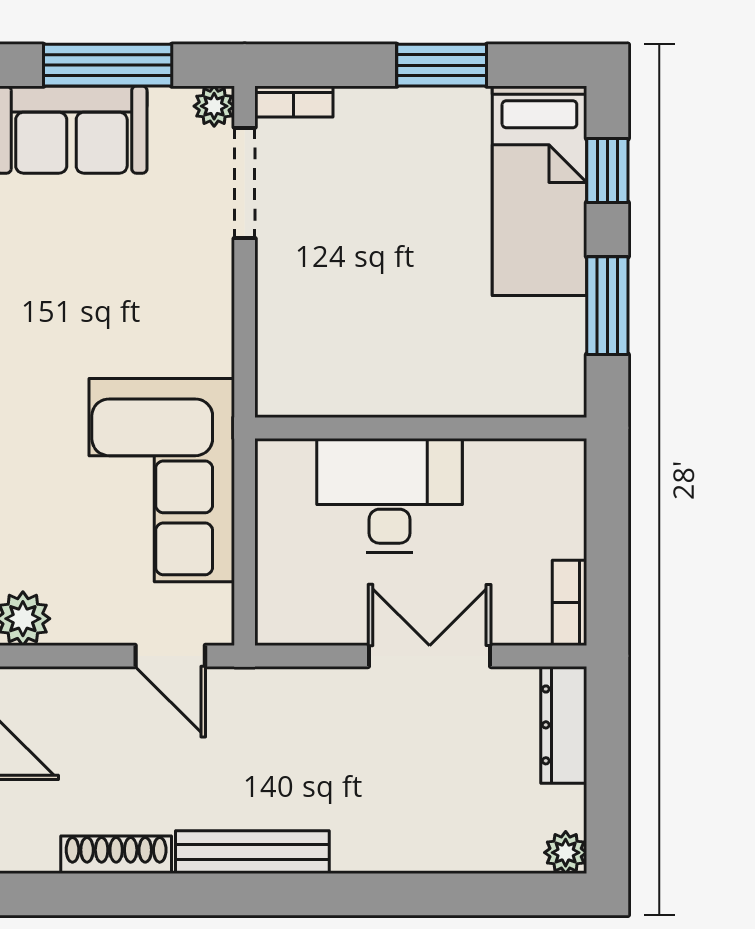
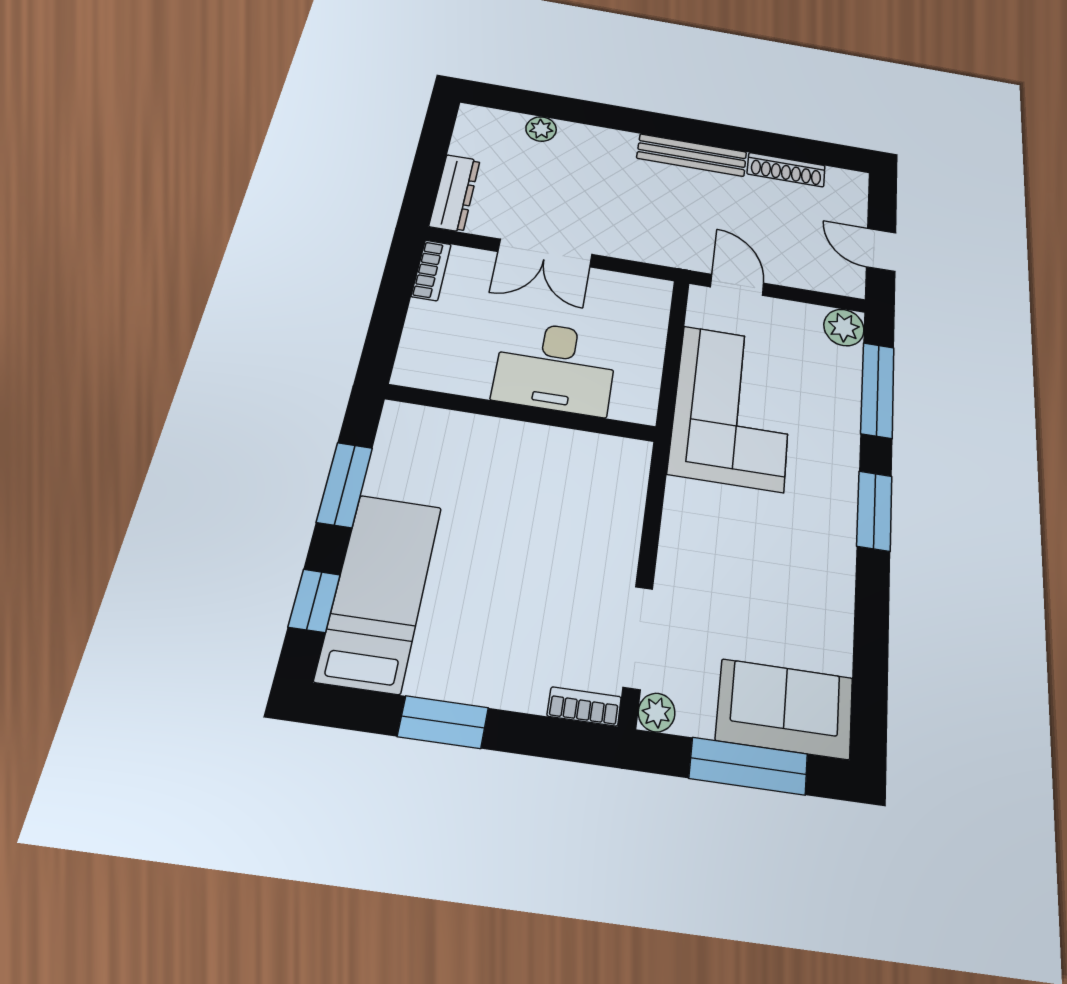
plant: (566, 853) -> (541, 129), moved

